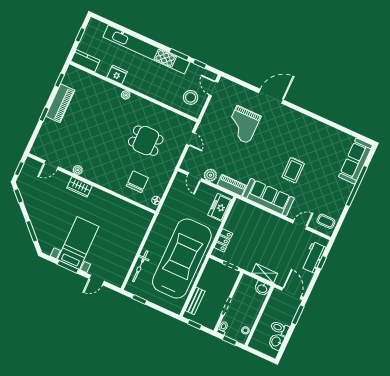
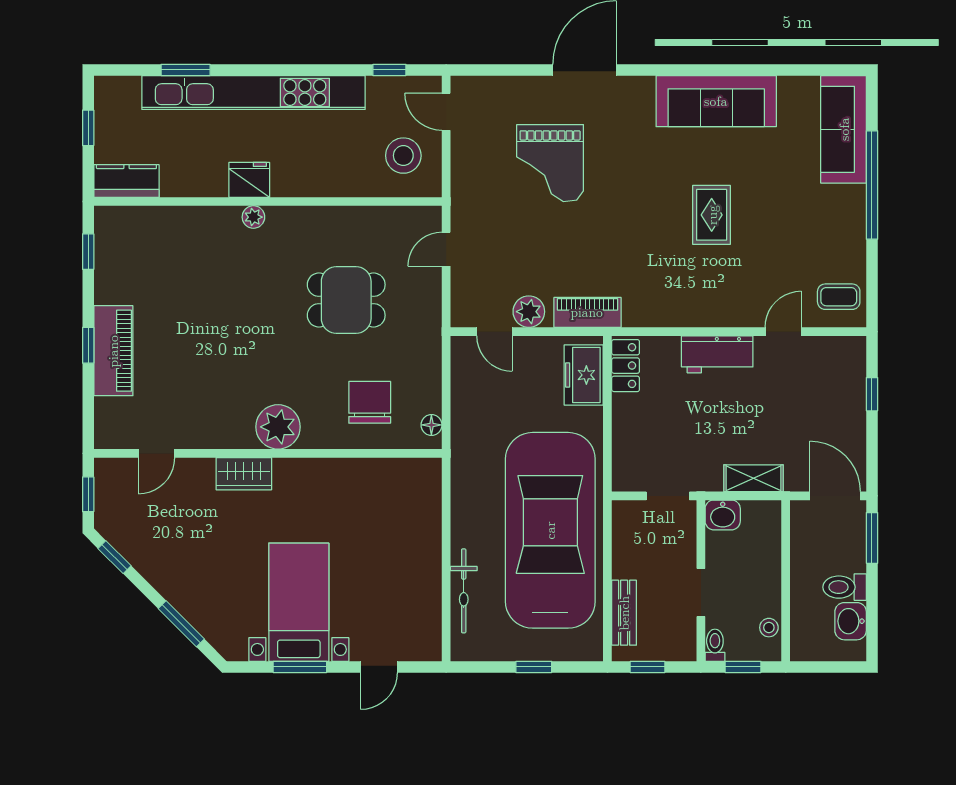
window: (179, 54) -> (186, 70), moved
fridge: (117, 75) -> (249, 180), moved
piano: (60, 103) -> (113, 351), moved
door: (191, 139) -> (446, 249), swing flipped
plant: (78, 170) -> (278, 427), moved, width x1.88, depth x1.88
sofa: (268, 197) -> (716, 101), moved, turned 180
locker: (223, 240) -> (626, 366), moved
workbench: (314, 257) -> (717, 354), moved, turned -90
washbasin: (262, 288) -> (723, 515), moved
window: (139, 299) -> (534, 667), moved

